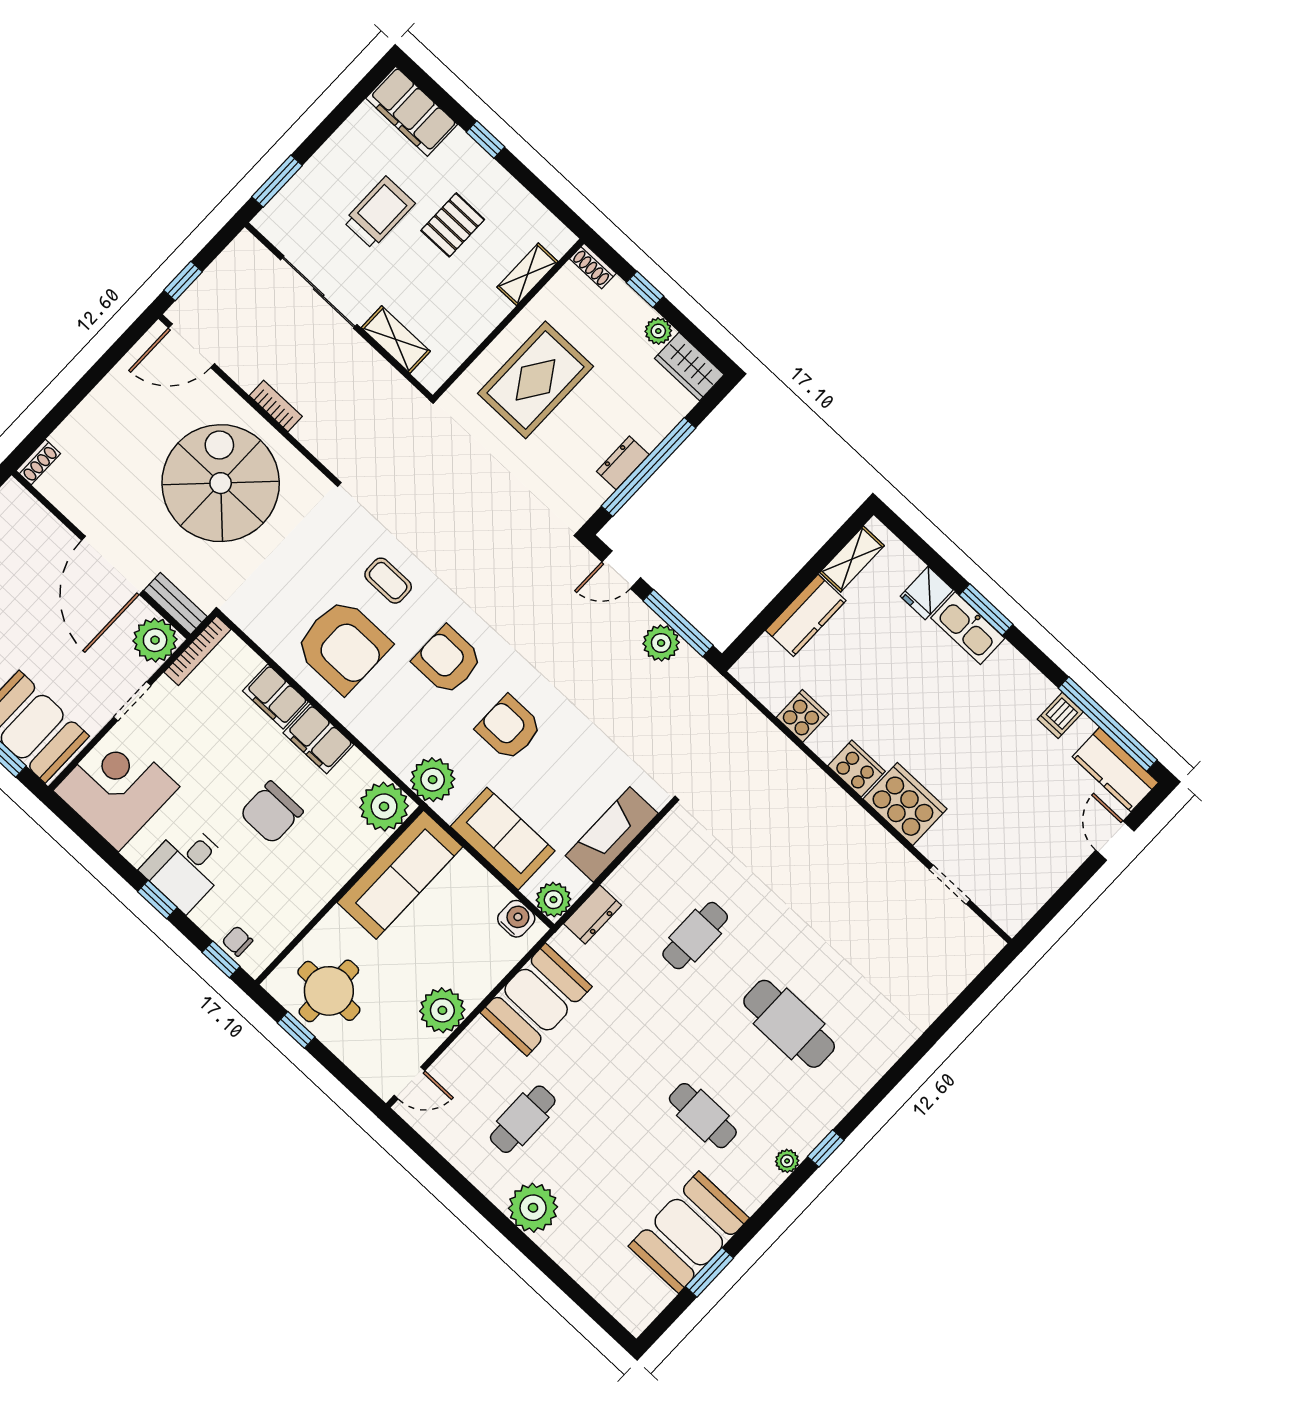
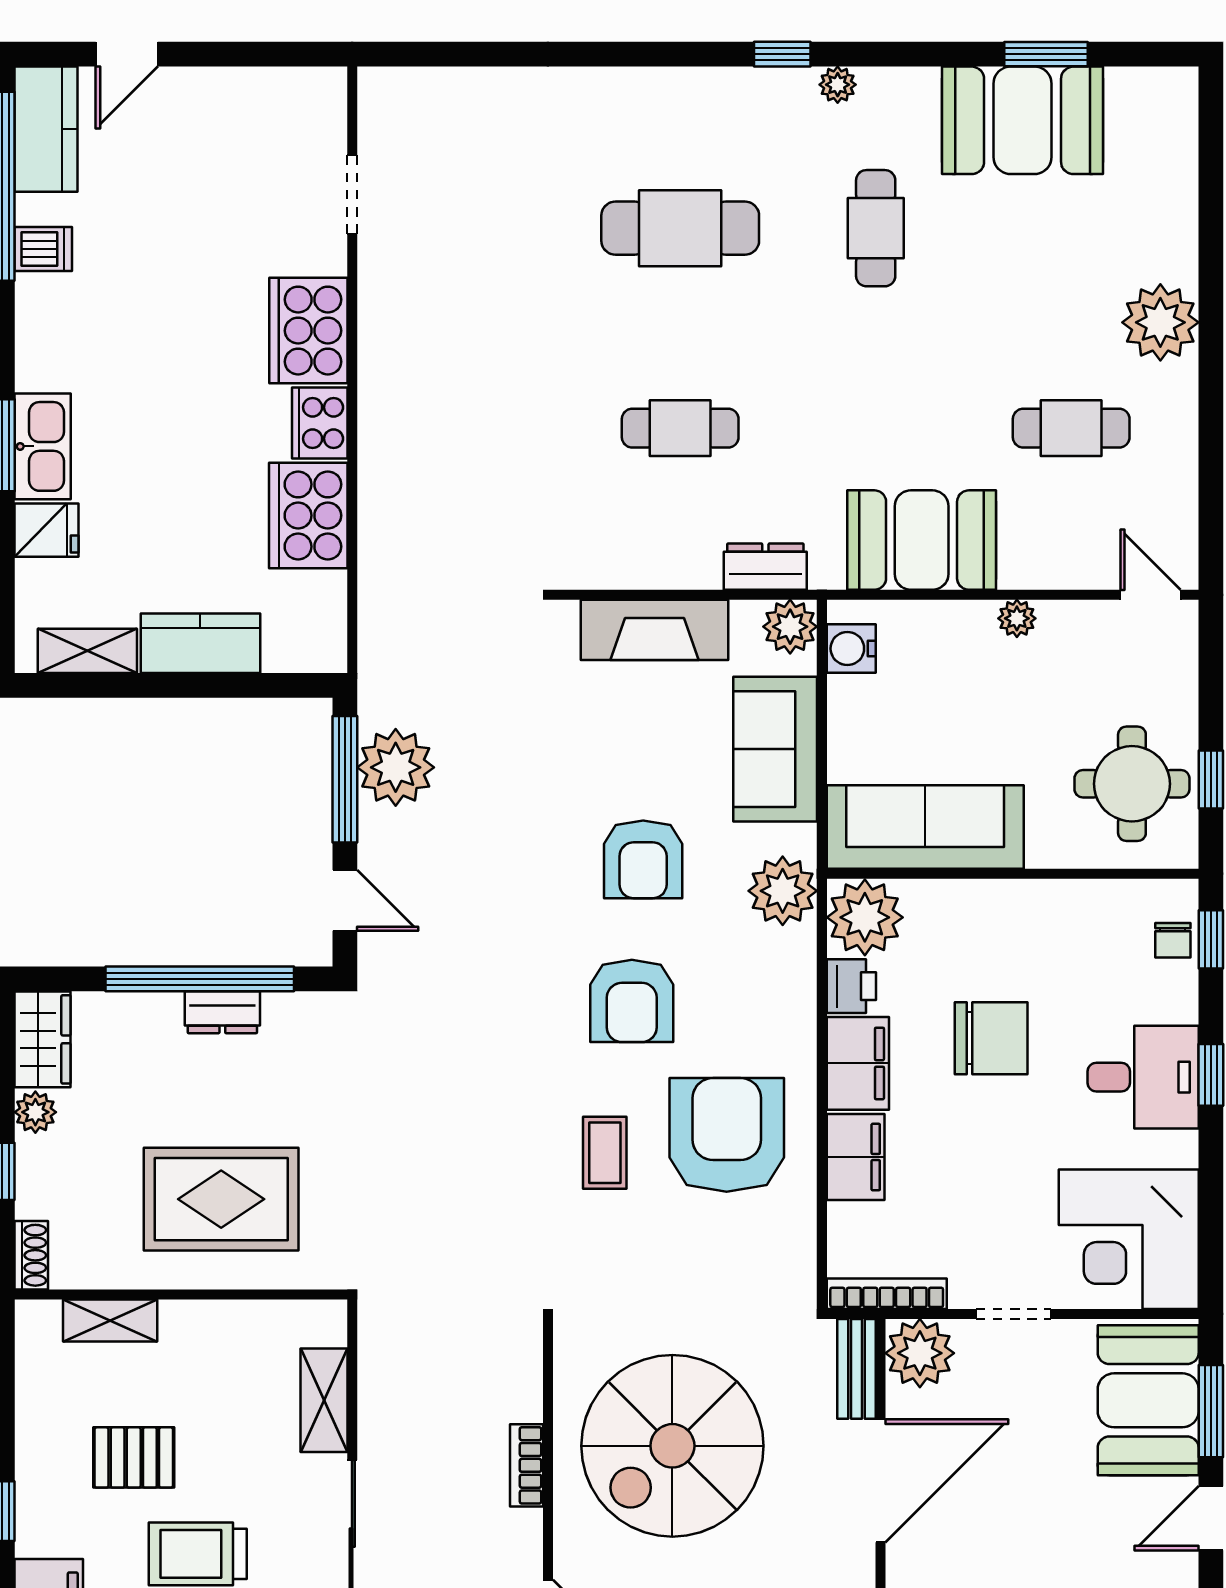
plant: (661, 643) -> (396, 767), width x1.36, depth x1.36
cooker: (803, 716) -> (308, 515), width x1.87, depth x1.31
printer: (358, 770) -> (851, 986), added
plant: (442, 1010) -> (1017, 618), width x0.53, depth x0.53
cafe table: (789, 1024) -> (680, 228), turned 90

